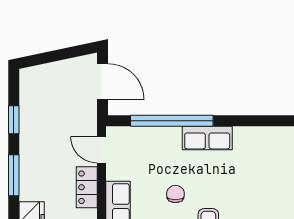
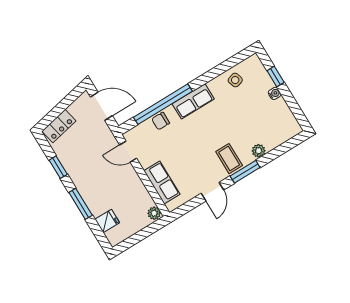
side table: (268, 143) -> (235, 80), added
locker: (87, 187) -> (59, 126), moved, turned -102
chair: (175, 194) -> (161, 121), moved, turned -90

